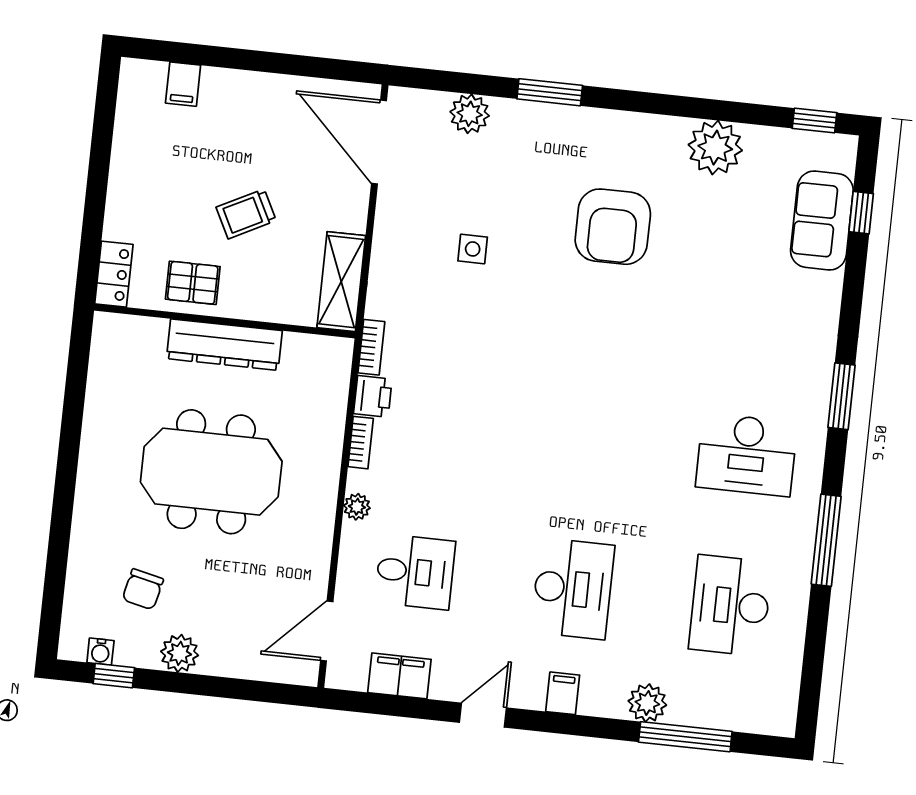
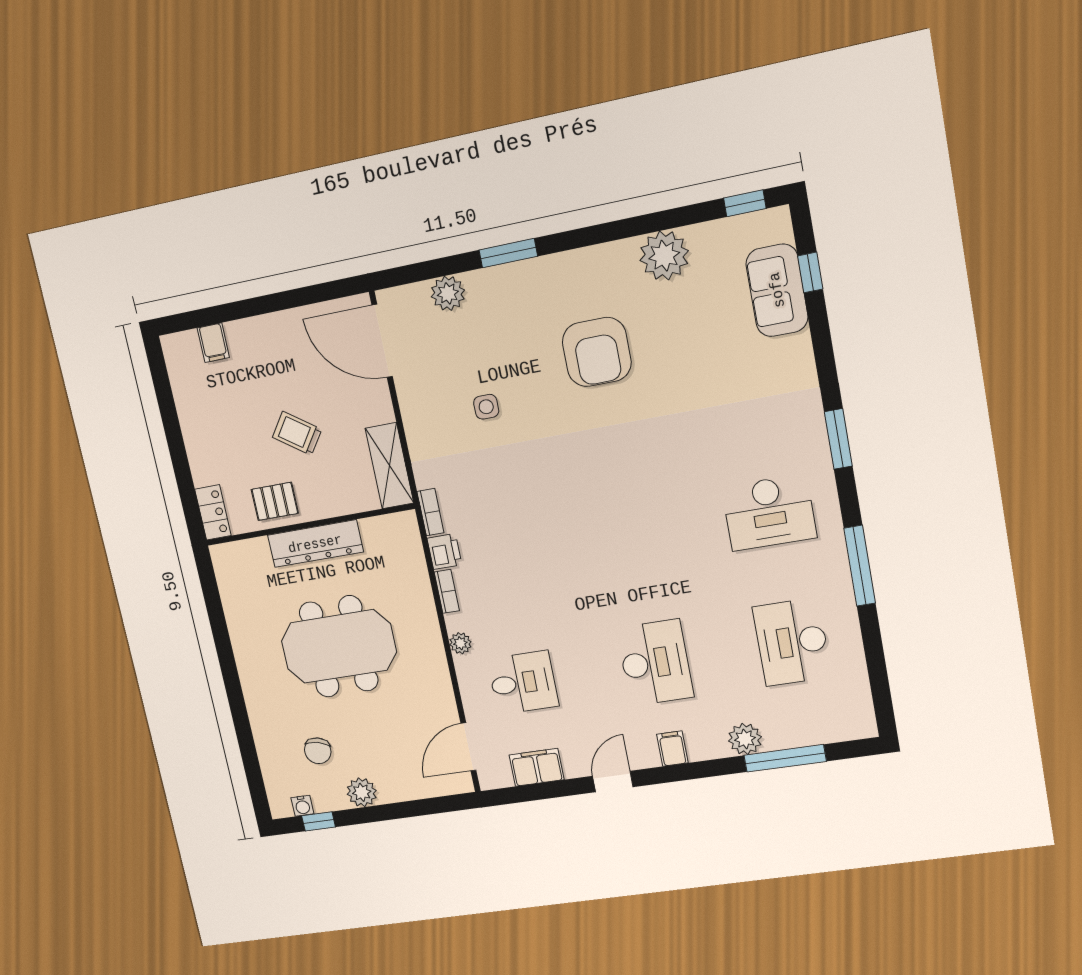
trolley: (246, 214) -> (297, 433), turned 62

